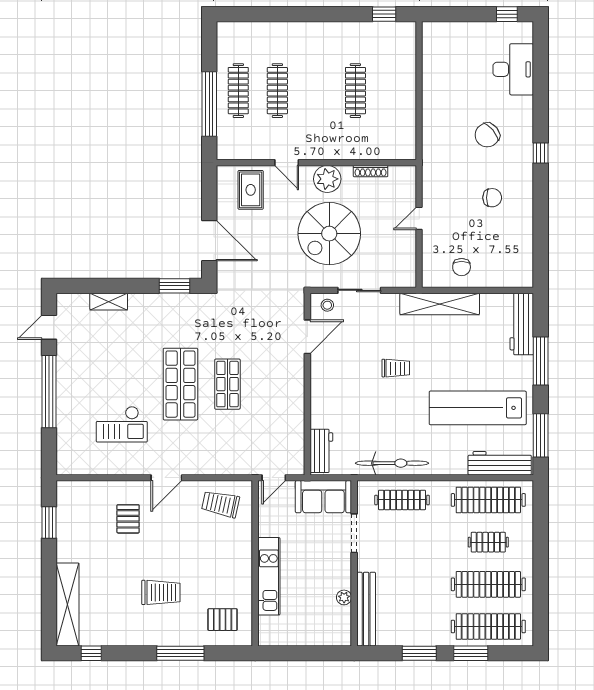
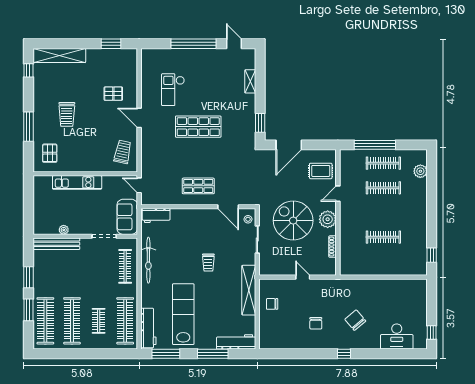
plant: (251, 32) -> (420, 171), added
shop shelf: (227, 384) -> (198, 186), moved

